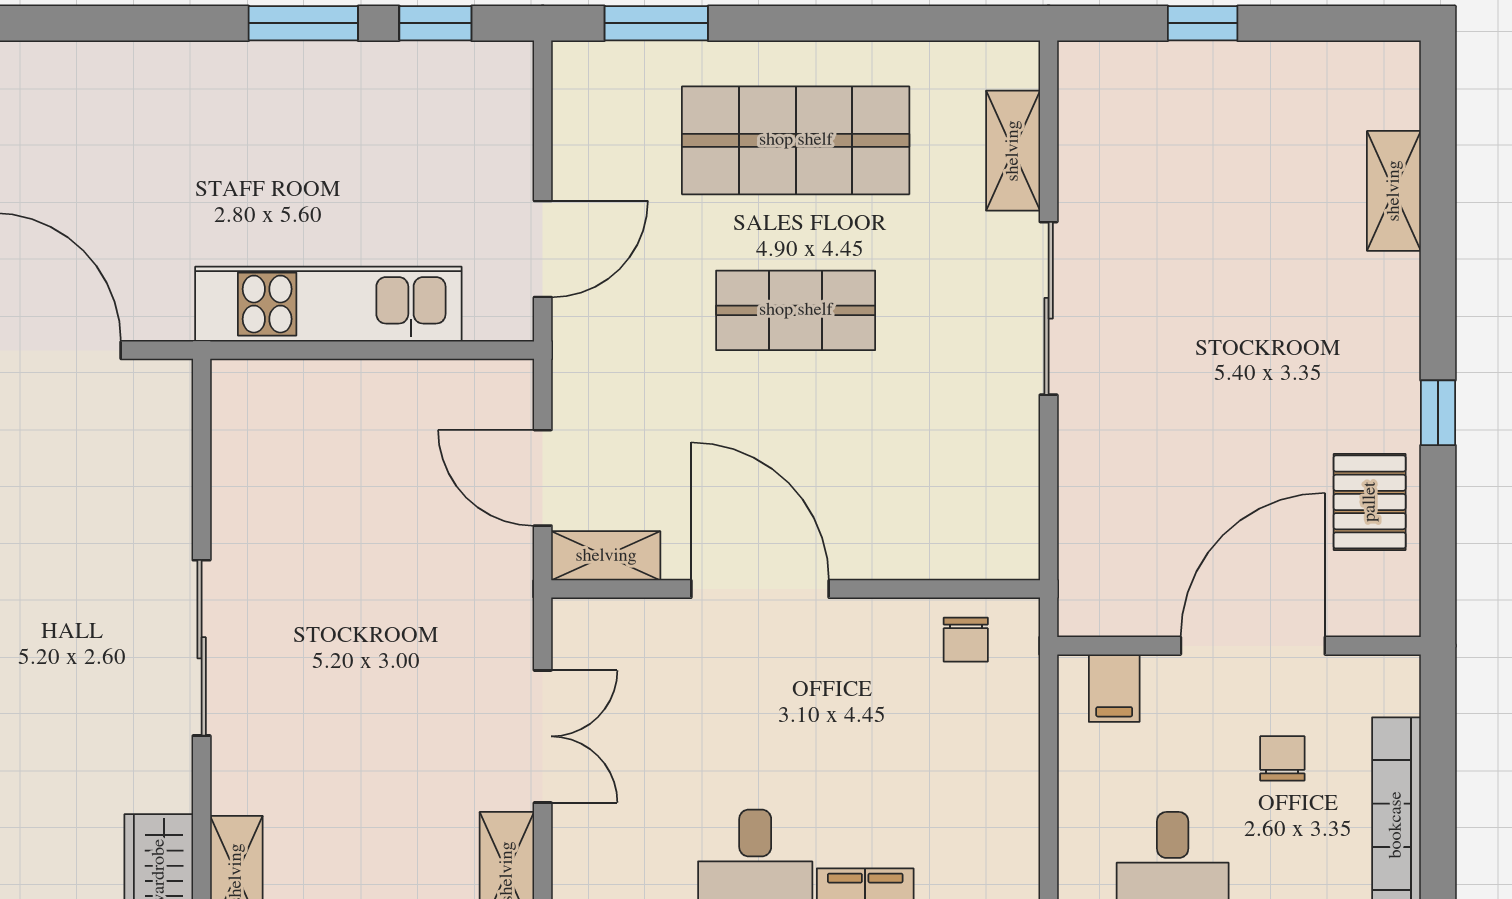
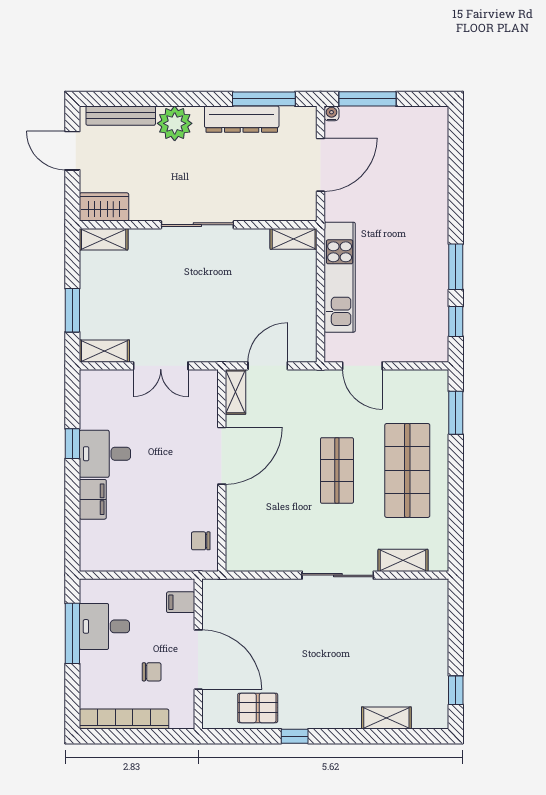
window: (1203, 23) -> (456, 690), moved
shelving: (236, 415) -> (294, 239), added

